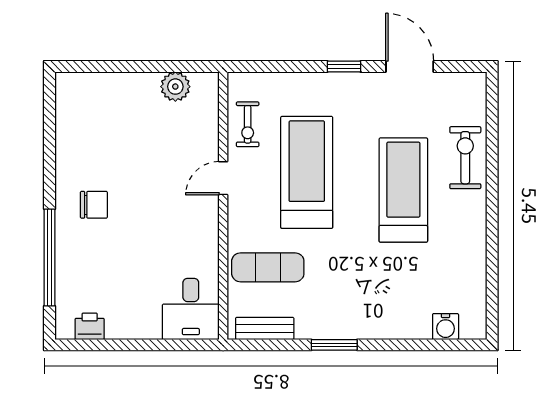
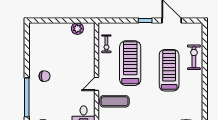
door: (223, 178) -> (97, 84), moved

